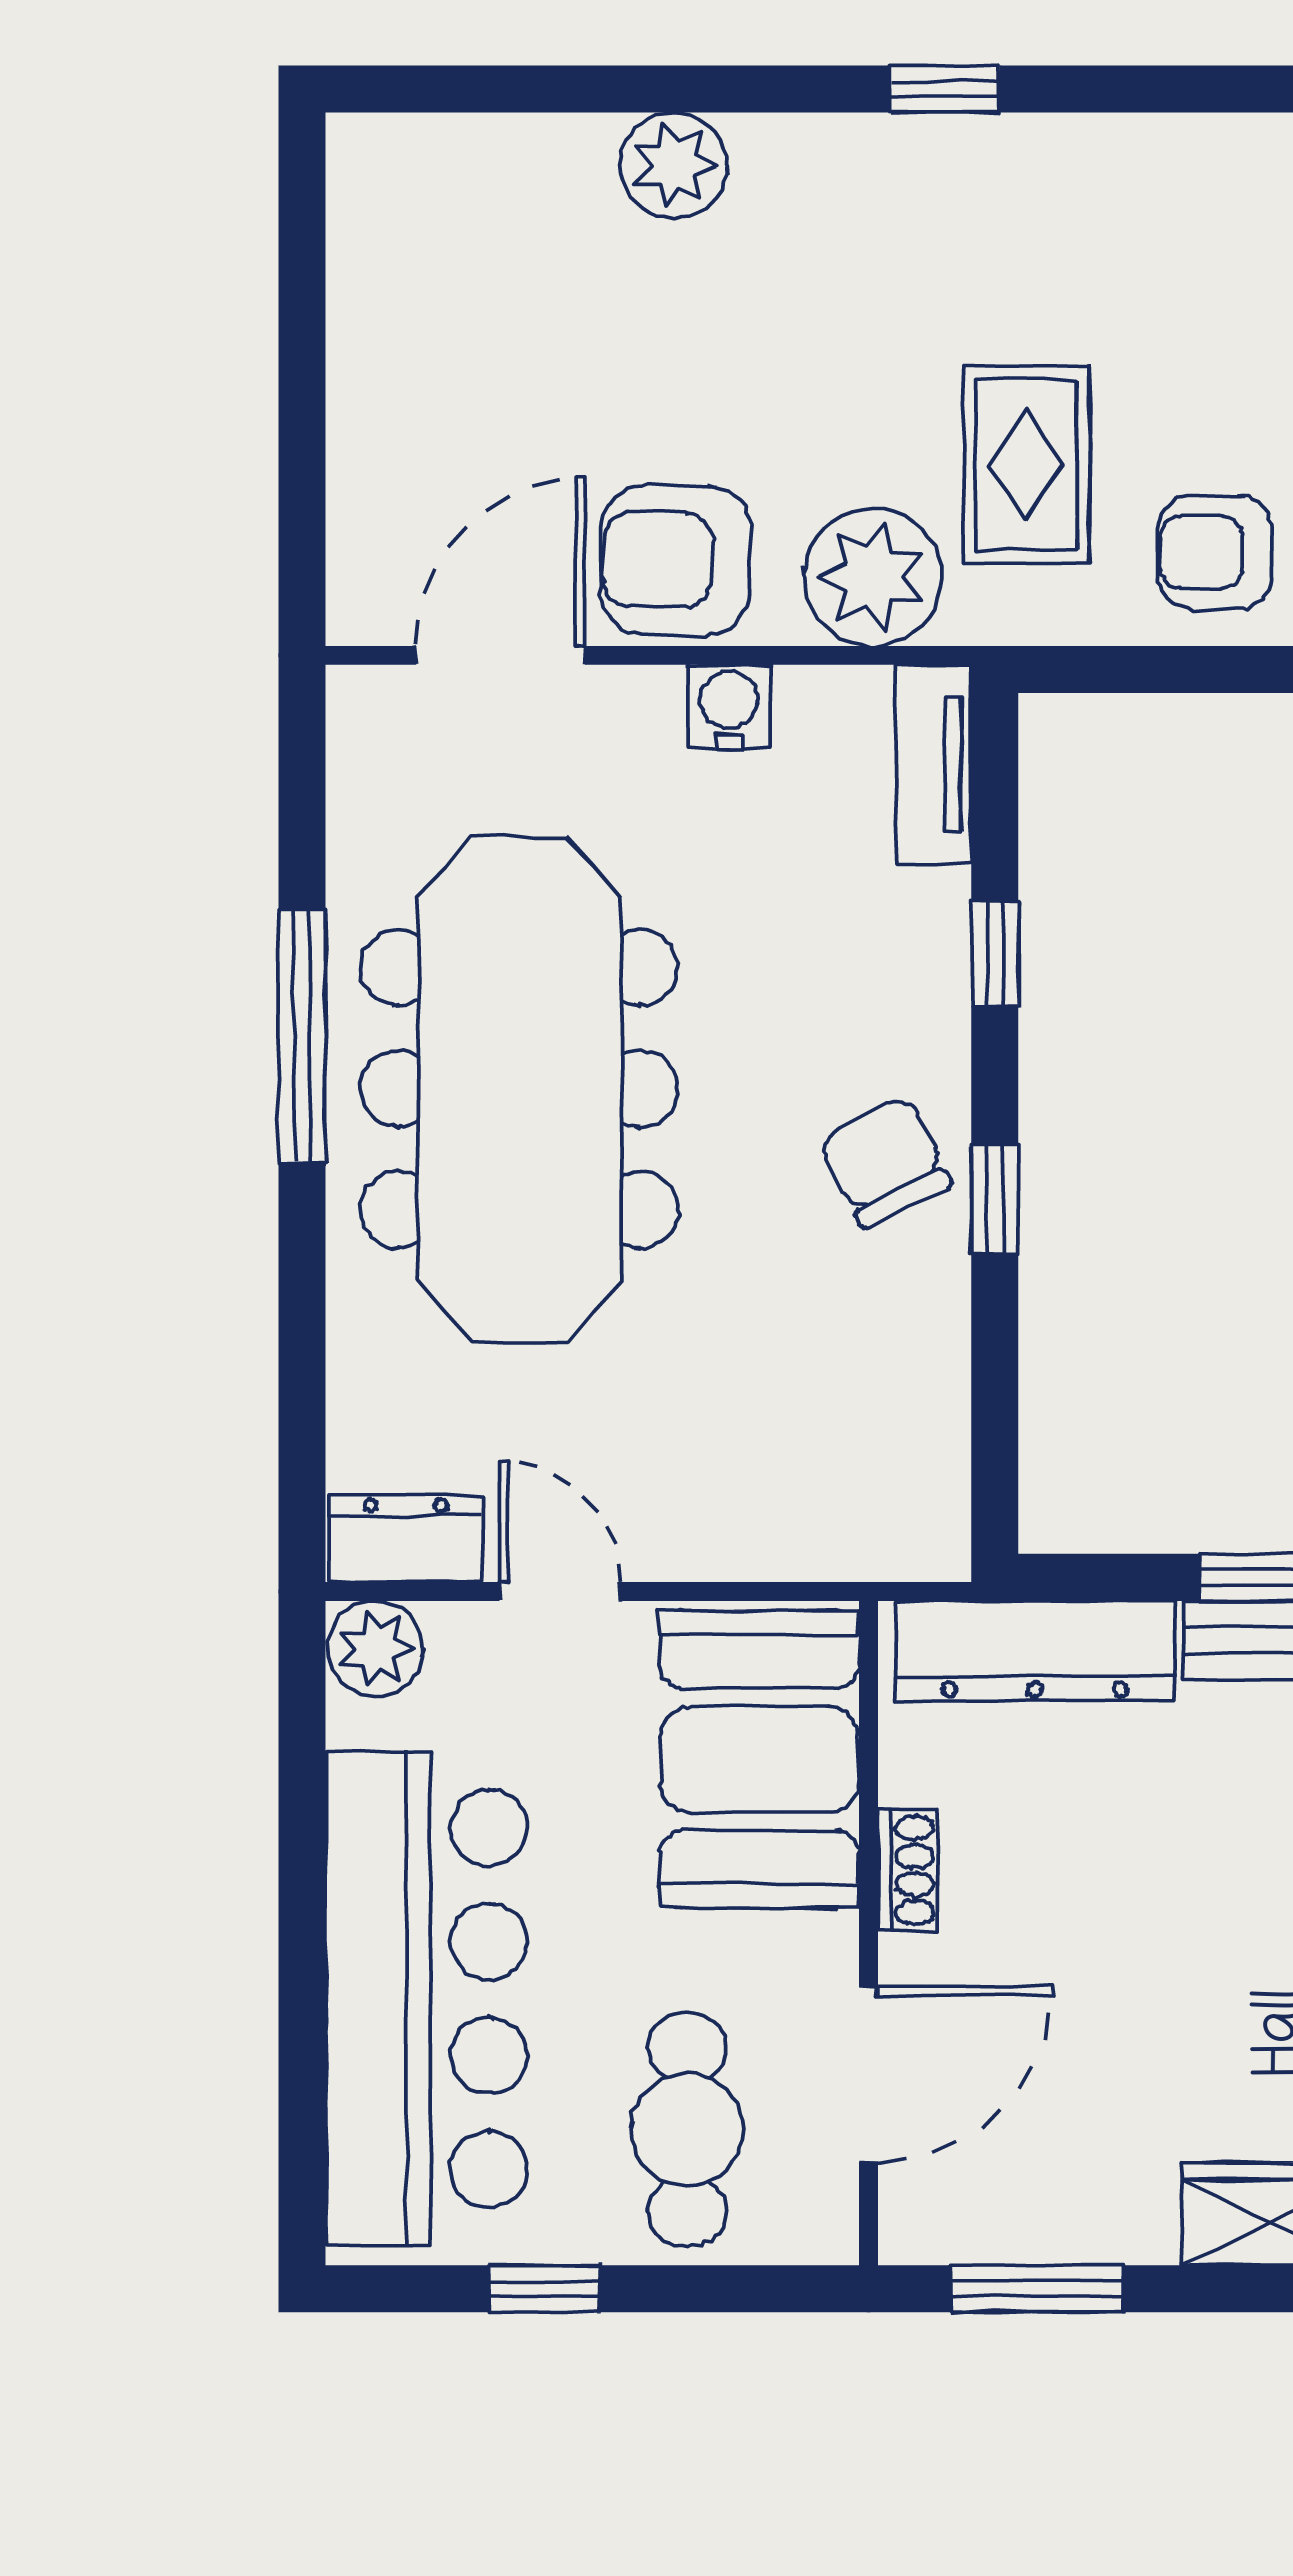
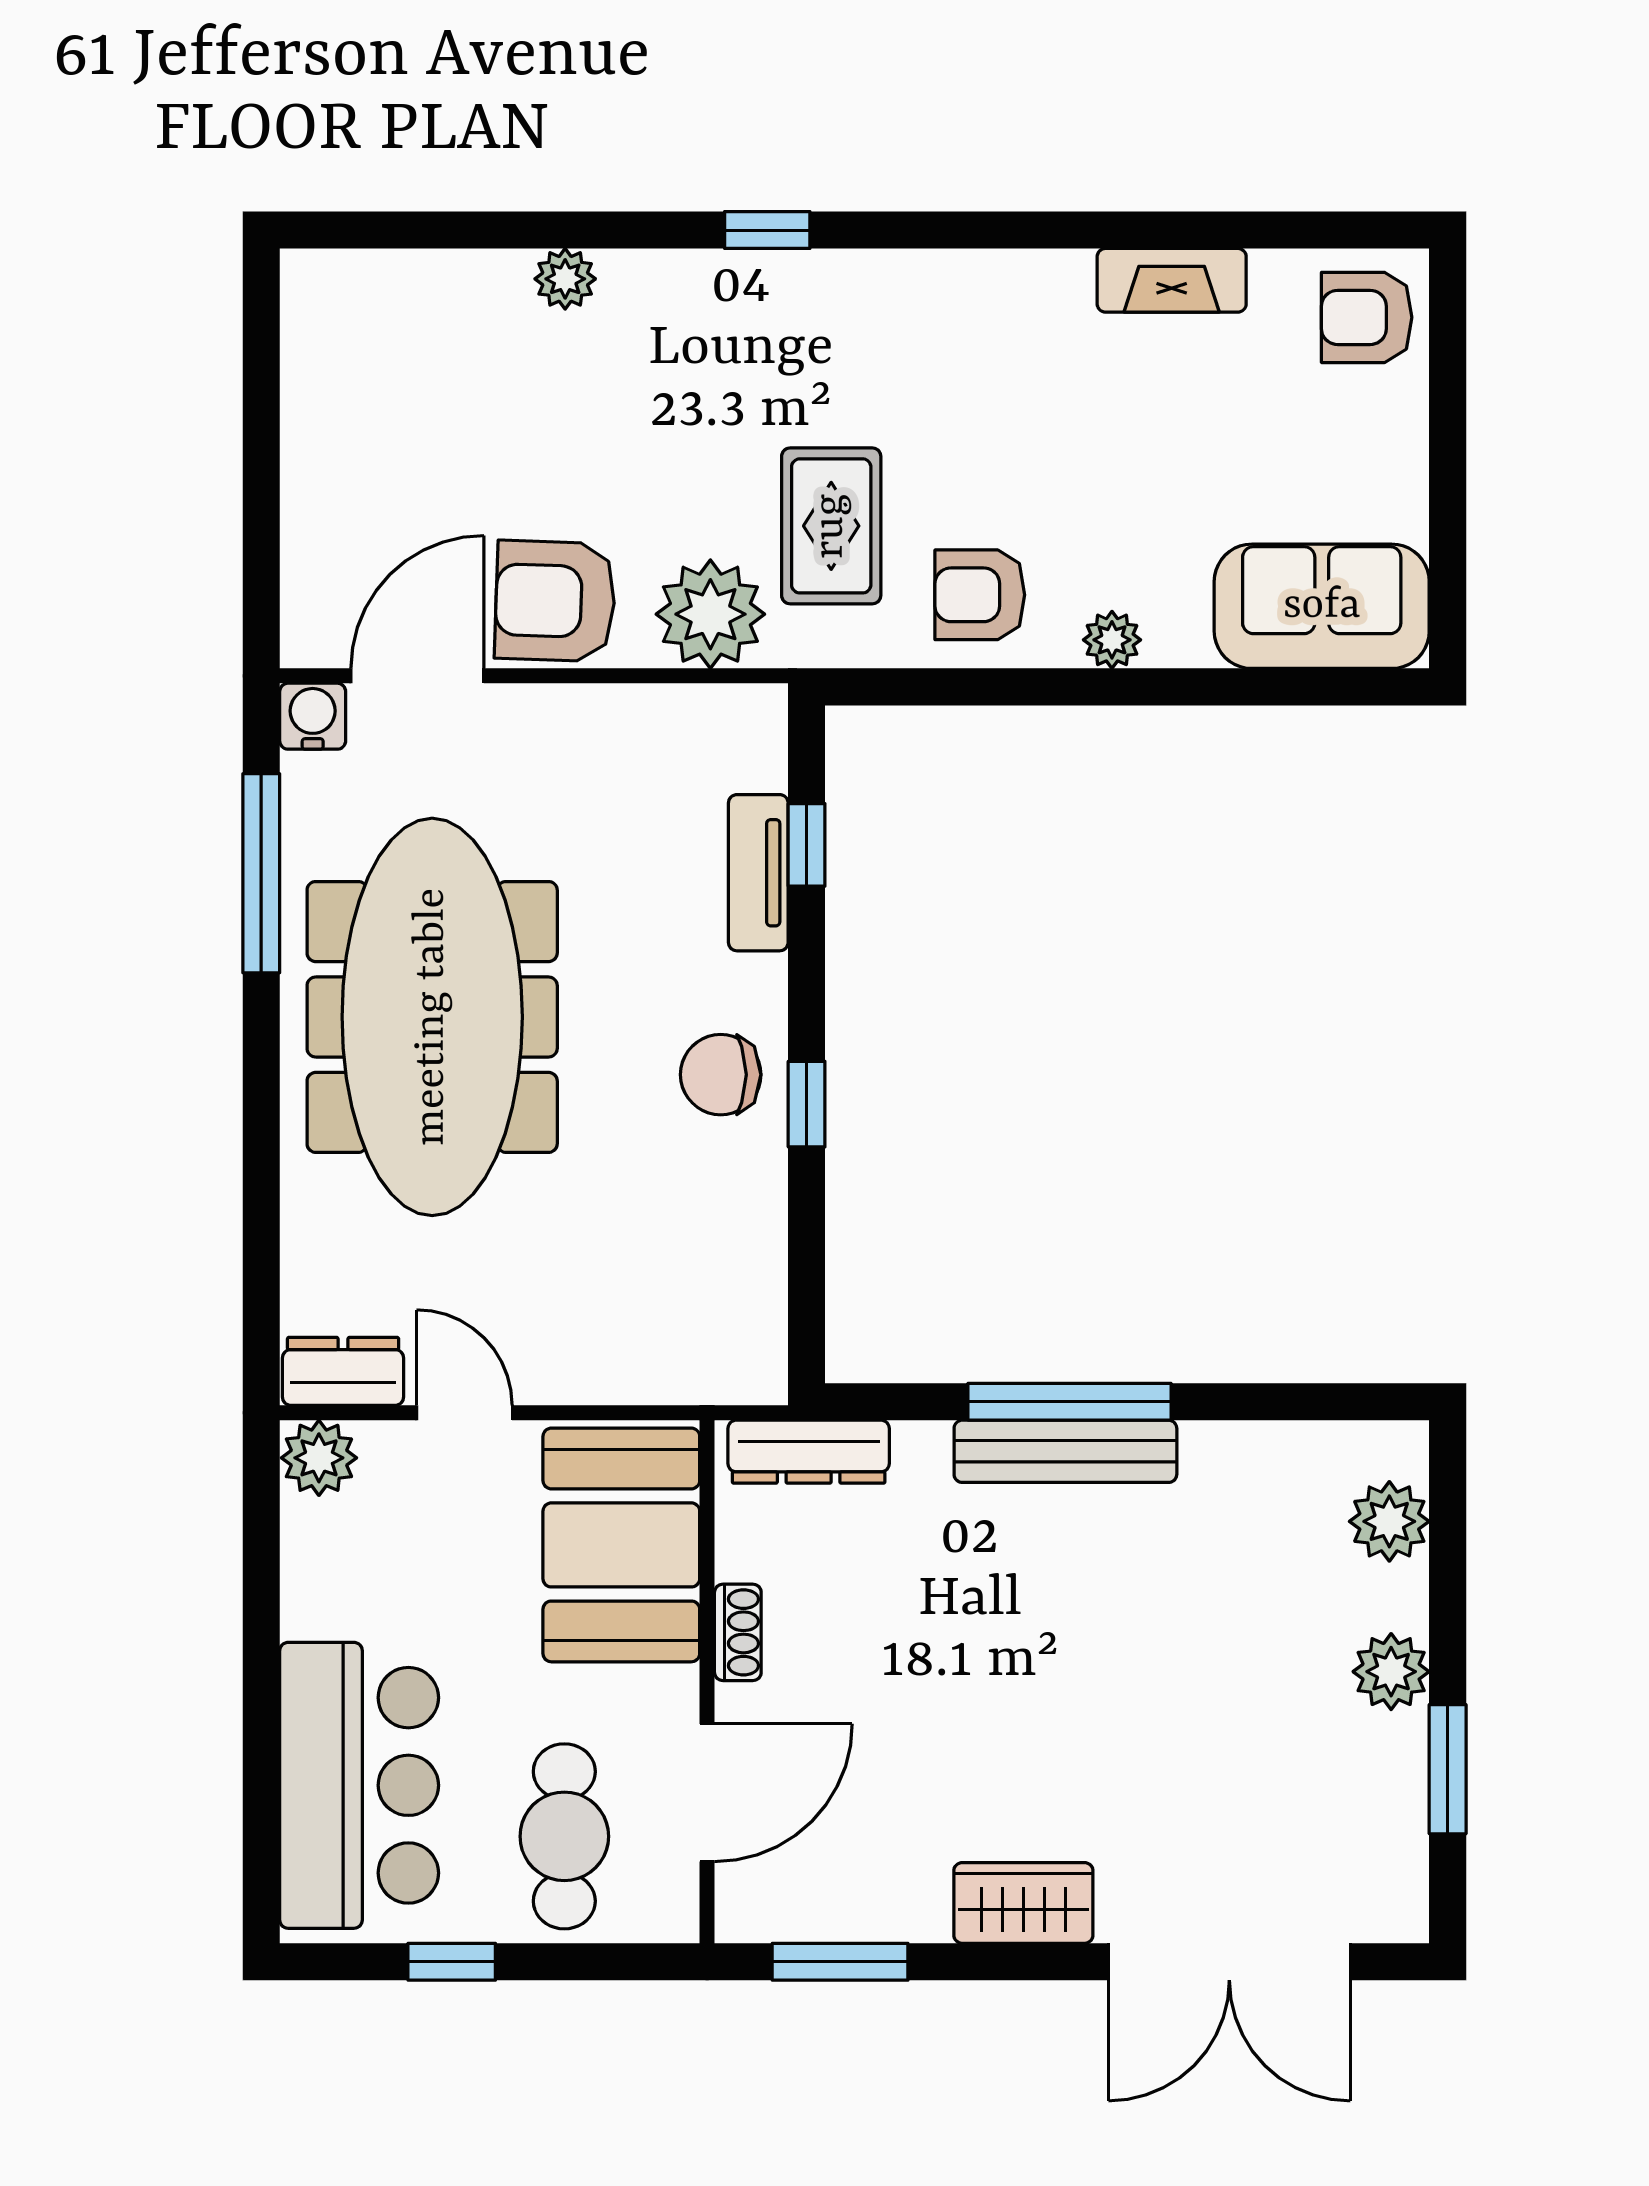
plant: (674, 166) -> (565, 279), width x0.73, depth x0.73
water cooler: (729, 707) -> (313, 716), moved
tv unit: (933, 764) -> (758, 873), moved
window: (995, 954) -> (807, 845), moved
window: (302, 1036) -> (261, 873), moved
chair: (886, 1162) -> (721, 1075), turned -64
dresser: (1035, 1651) -> (809, 1452), width x0.73, depth x0.80
bar counter: (426, 1999) -> (359, 1785), width x0.73

